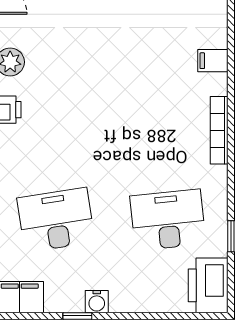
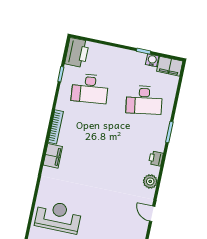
filing cabinet: (213, 61) -> (53, 156), width x2.00
water cooler: (97, 302) -> (152, 60), moved

